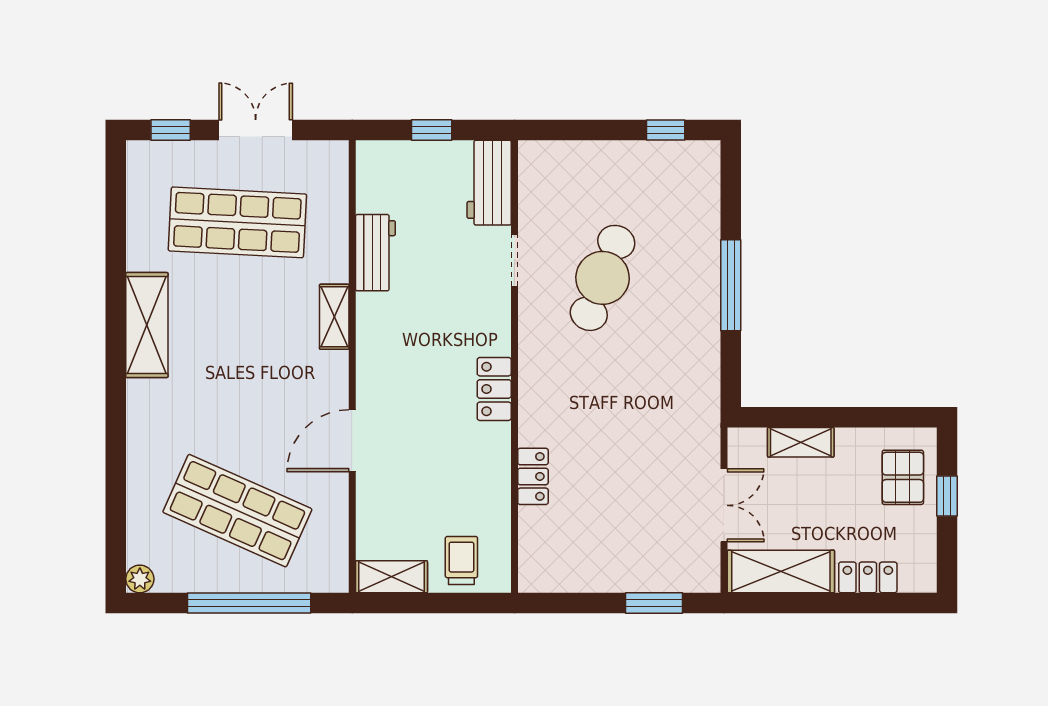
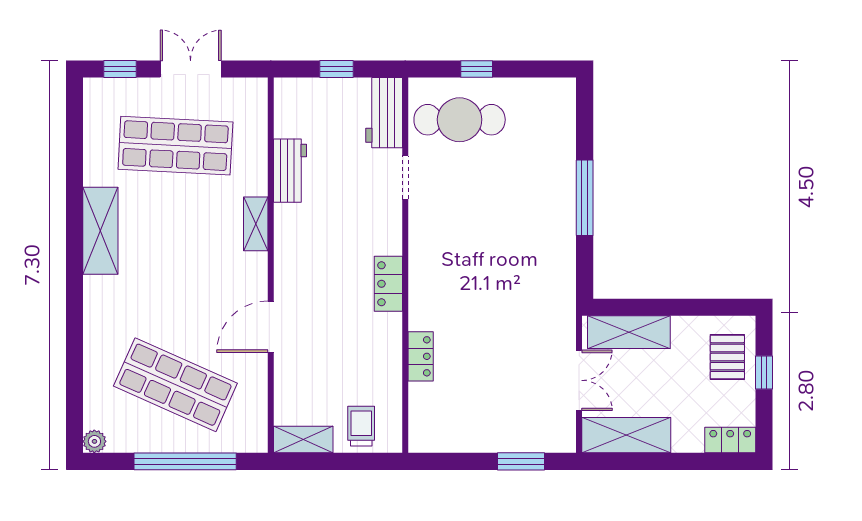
window: (666, 130) -> (477, 69), moved
cafe table: (603, 278) -> (460, 120), moved, turned 69
shelving: (801, 442) -> (629, 332), width x1.50, depth x1.33
locker: (868, 577) -> (730, 440), moved

